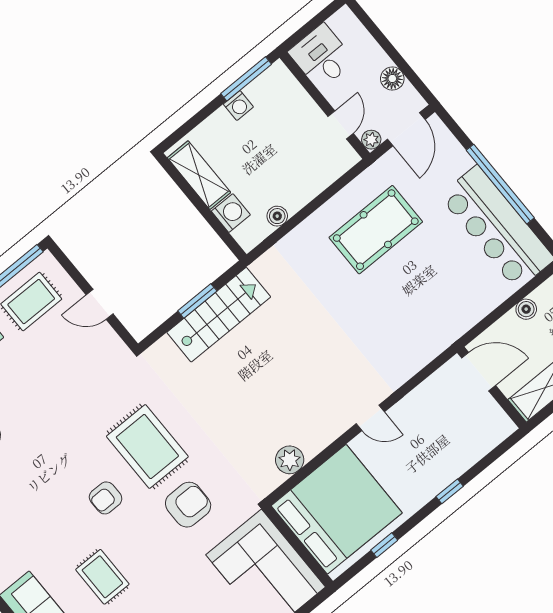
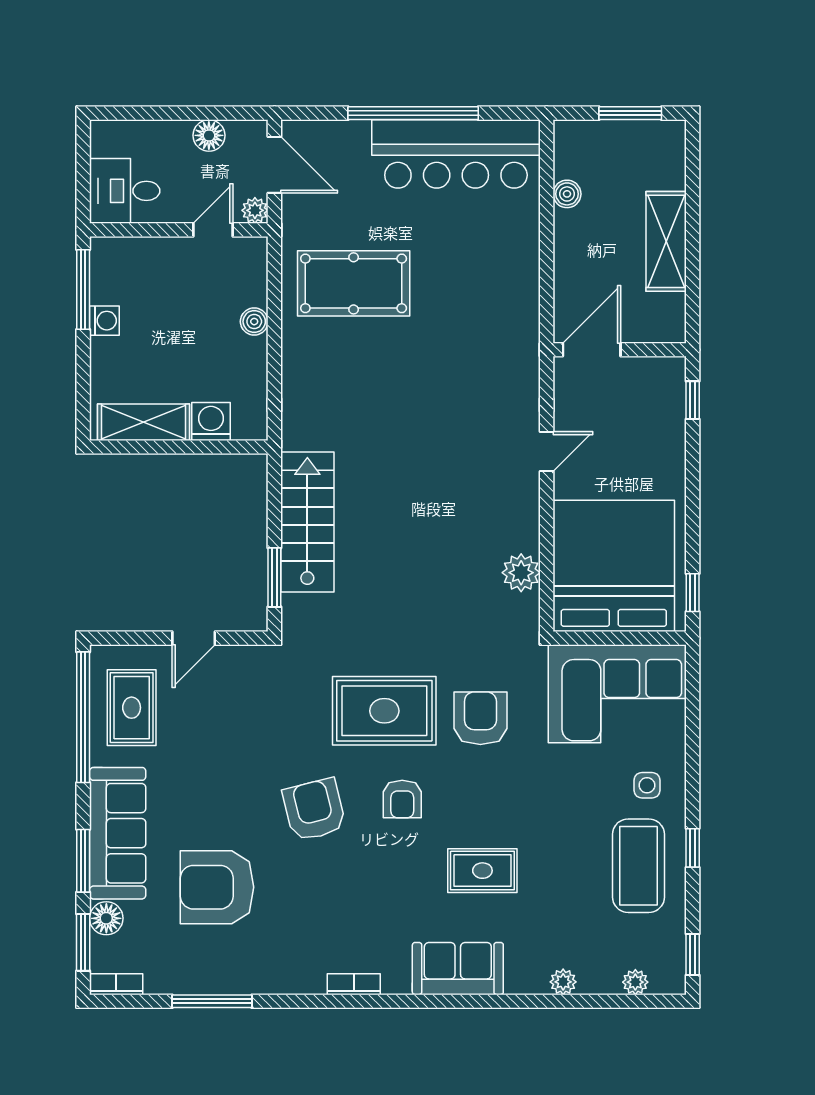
door: (341, 125) -> (213, 230), hinge flipped
boiler: (277, 216) -> (254, 322), moved
pool table: (376, 230) -> (354, 283), turned 90
window: (197, 301) -> (274, 577), moved
door: (479, 372) -> (592, 350), moved
wall: (492, 388) -> (620, 350), moved
armchair: (58, 453) -> (314, 810), added
window: (450, 491) -> (693, 400), moved
window: (384, 545) -> (693, 593), moved

